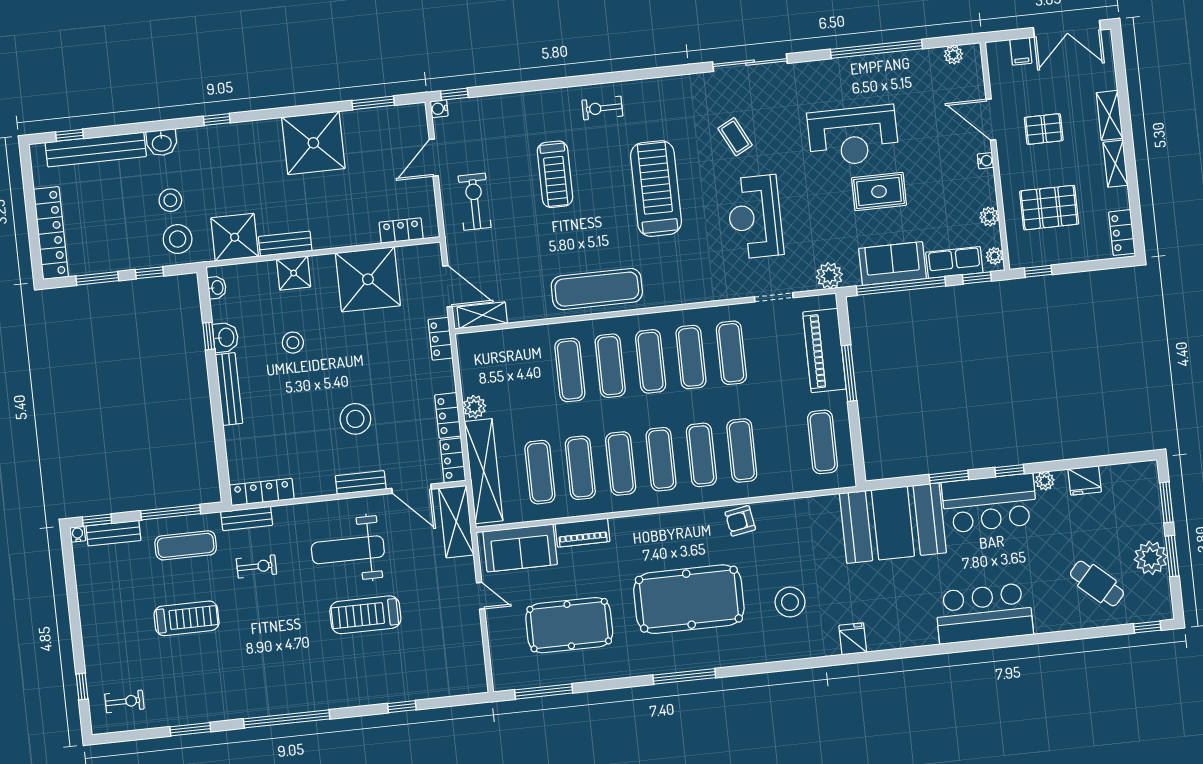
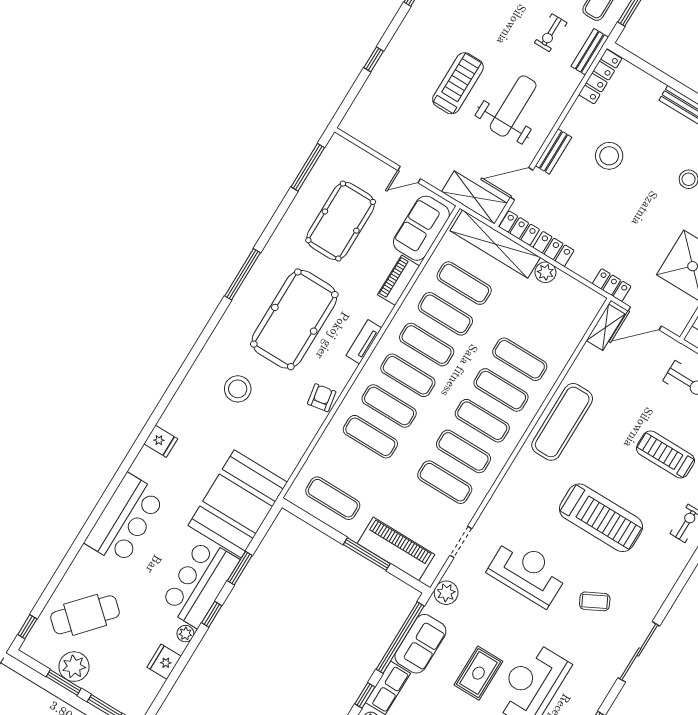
stool: (355, 419) -> (609, 156), moved
tv unit: (661, 522) -> (364, 342), added
cafe table: (1097, 584) -> (85, 615), width x1.37, depth x1.35
fridge: (853, 639) -> (161, 441), moved

